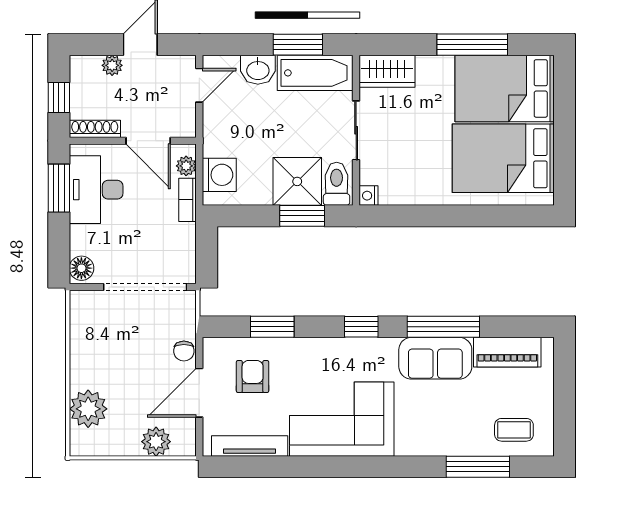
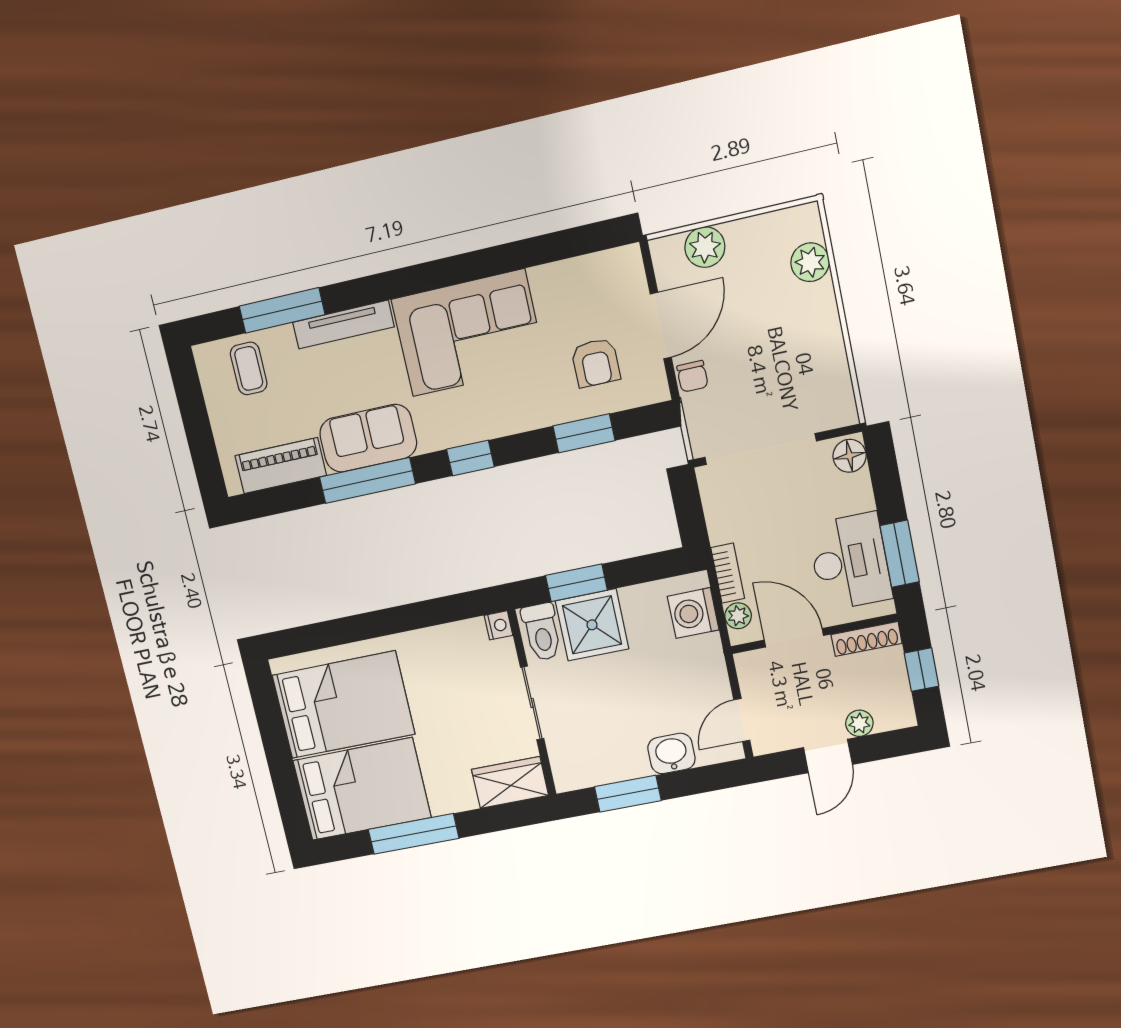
bathtub: (315, 73) -> (599, 763), removed
chair: (184, 351) -> (692, 376), turned 180
plant: (88, 409) -> (810, 262), width x0.73, depth x0.73
coffee table: (514, 430) -> (249, 368), turned 90
tv unit: (250, 446) -> (343, 325), moved

